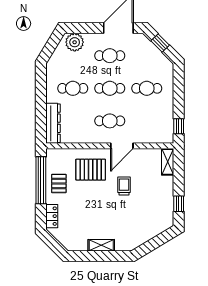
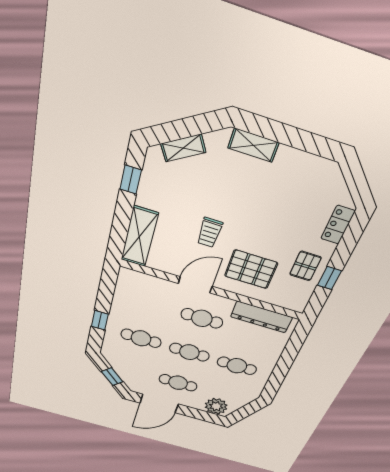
dresser: (53, 123) -> (261, 317), moved, turned -90
window: (179, 126) -> (100, 320), moved
shelving: (168, 162) -> (139, 237), width x1.50, depth x1.33
window: (41, 180) -> (329, 278), width x0.32
shelving: (154, 232) -> (183, 148), added
shelving: (101, 245) -> (253, 145), moved

